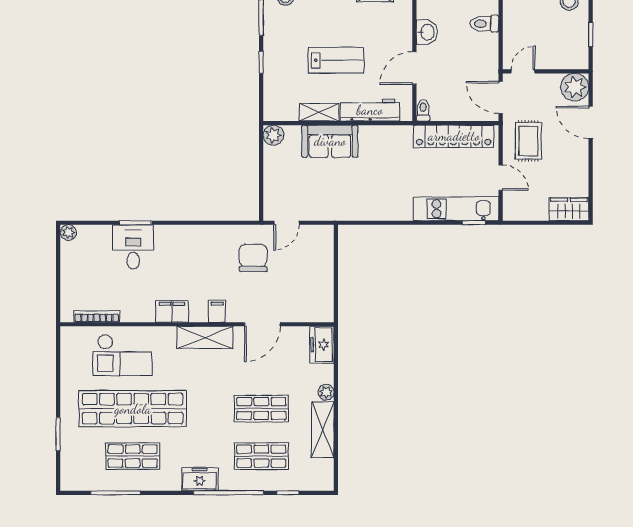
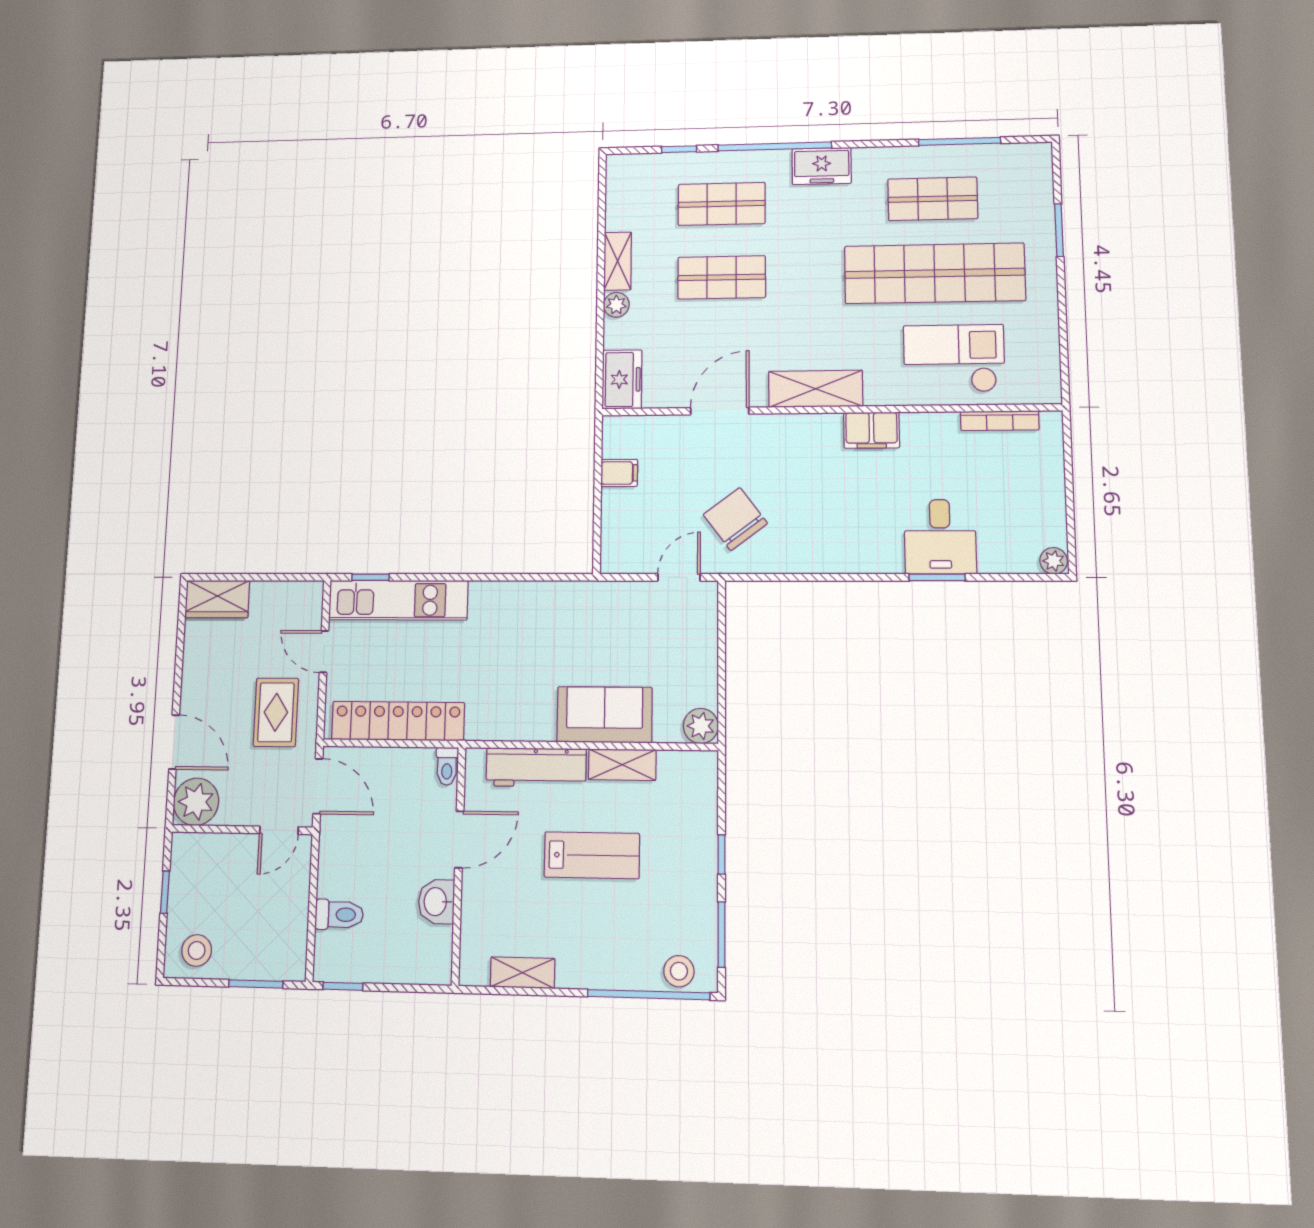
lab bench: (336, 60) -> (592, 855), turned 180
chair: (253, 258) -> (735, 519), turned 143
filing cabinet: (217, 311) -> (619, 473), moved, turned -90
shelving: (323, 430) -> (618, 261), width x0.67, depth x0.75

